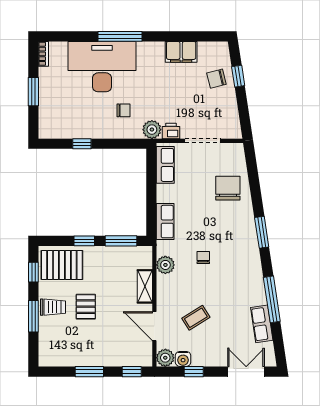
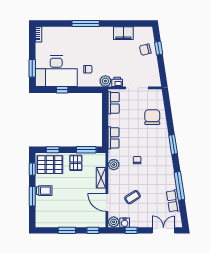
desk: (102, 67) -> (56, 71), moved, turned 180
window: (33, 92) -> (32, 68), moved
window: (84, 241) -> (53, 150), moved
pallet: (86, 307) -> (76, 163), moved

